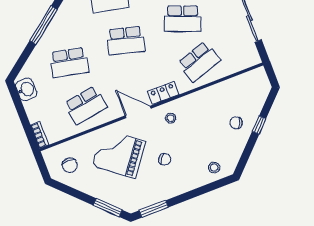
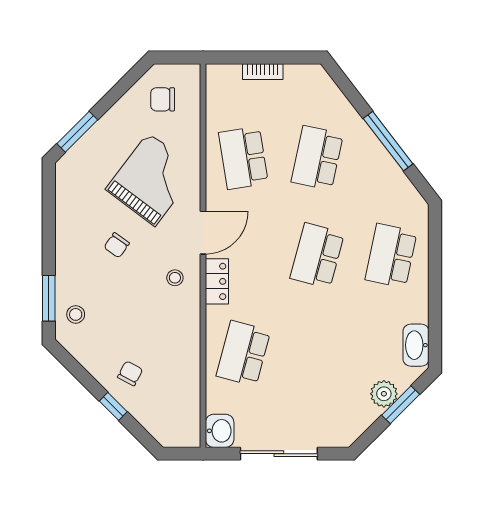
school desk: (183, 19) -> (317, 353), removed
school desk: (199, 62) -> (243, 353), turned 33
washbasin: (26, 89) -> (220, 431), moved, turned -90
bookcase: (40, 135) -> (263, 72), moved
window: (154, 209) -> (49, 298), moved

